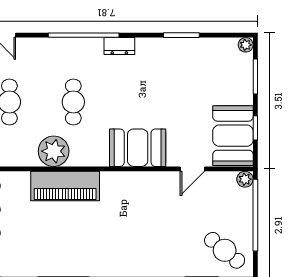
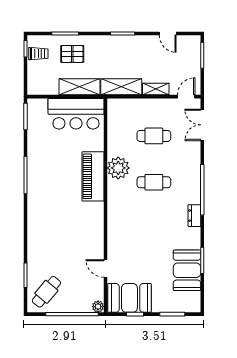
plant: (246, 45) -> (195, 307), removed
booth: (138, 148) -> (187, 270), moved

